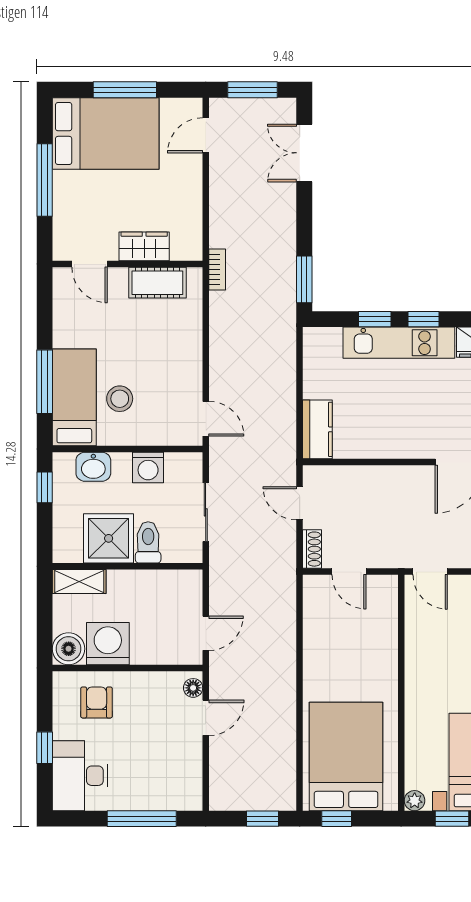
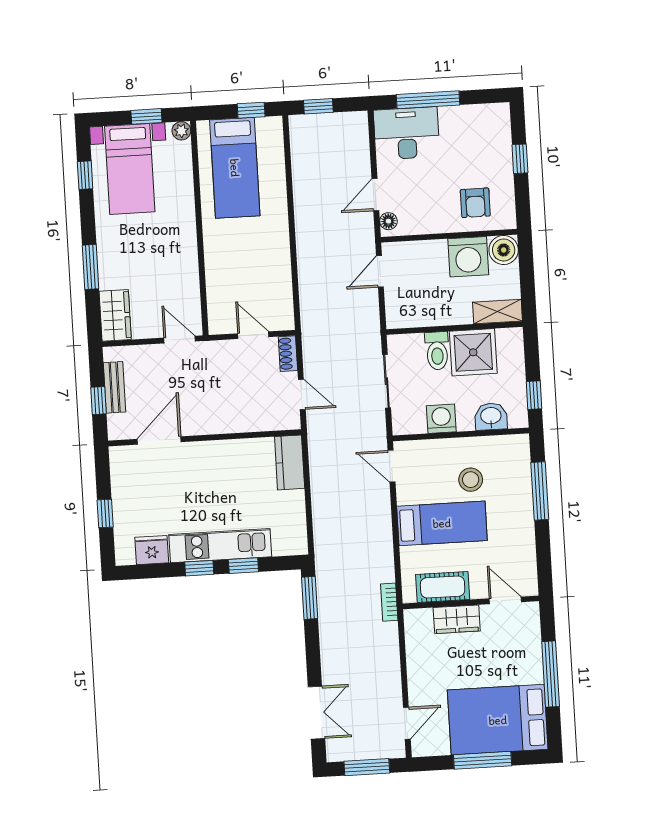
bed: (74, 397) -> (442, 523), moved, turned -90
bed: (346, 756) -> (235, 168), width x0.67
desk: (80, 776) -> (407, 133), moved, turned -90

